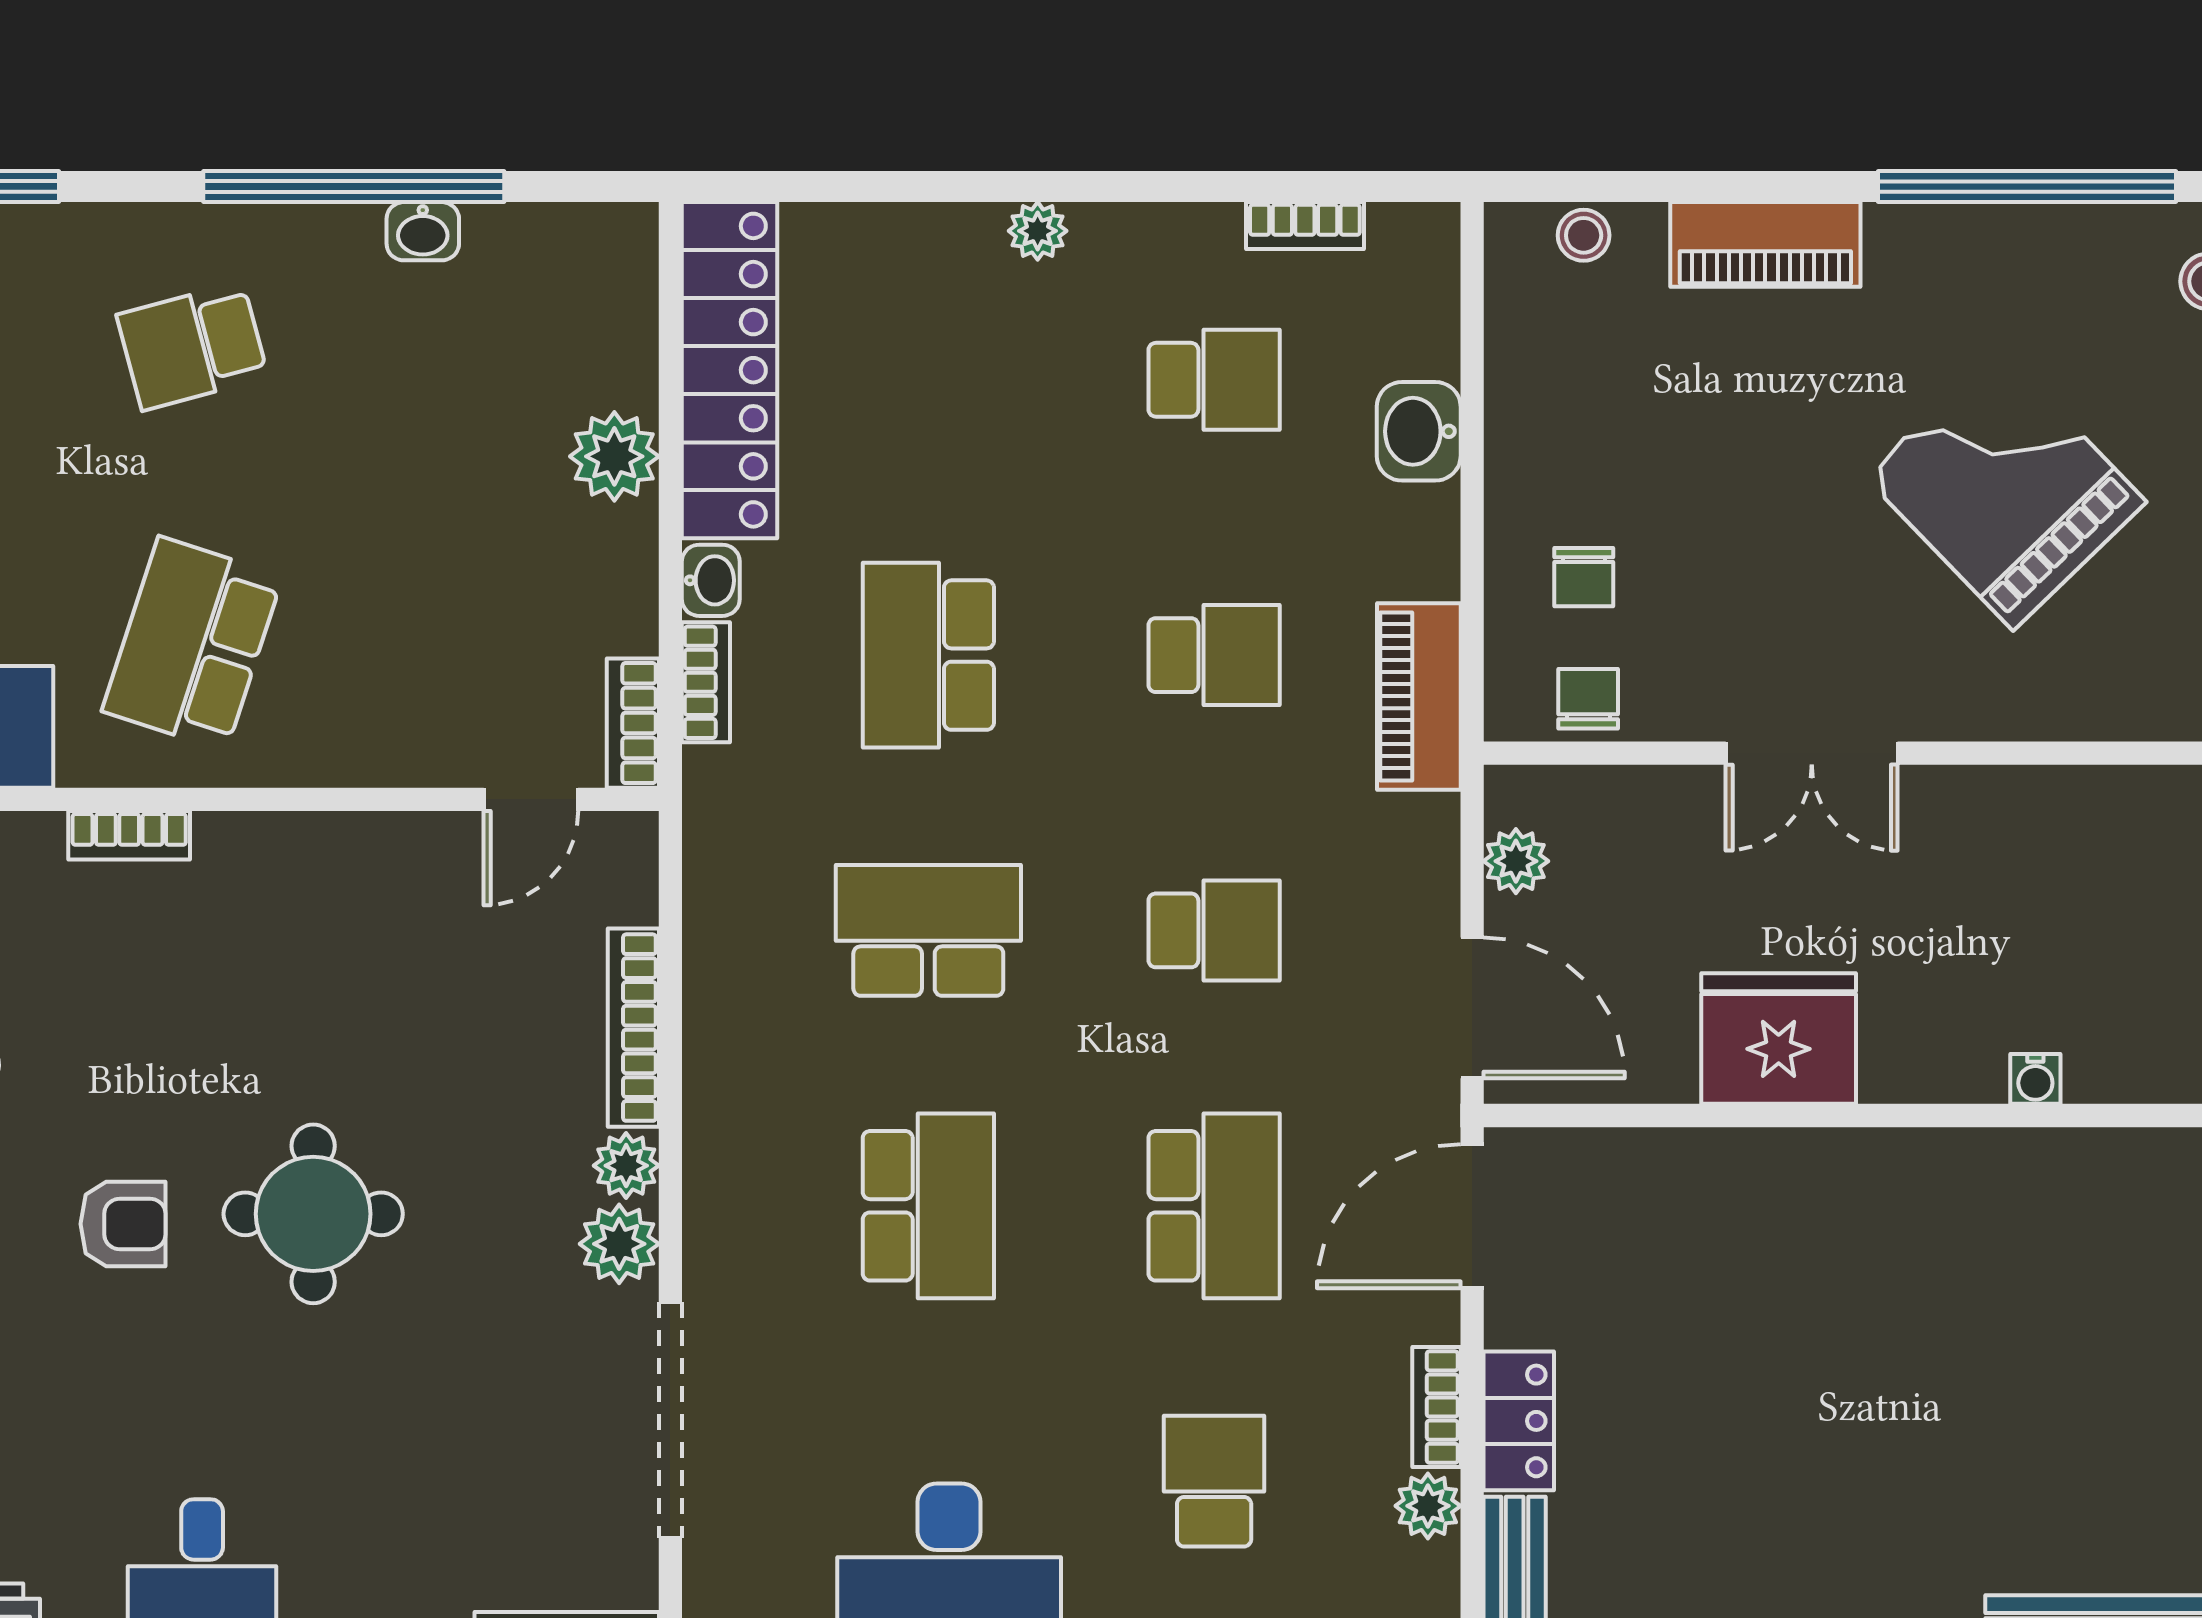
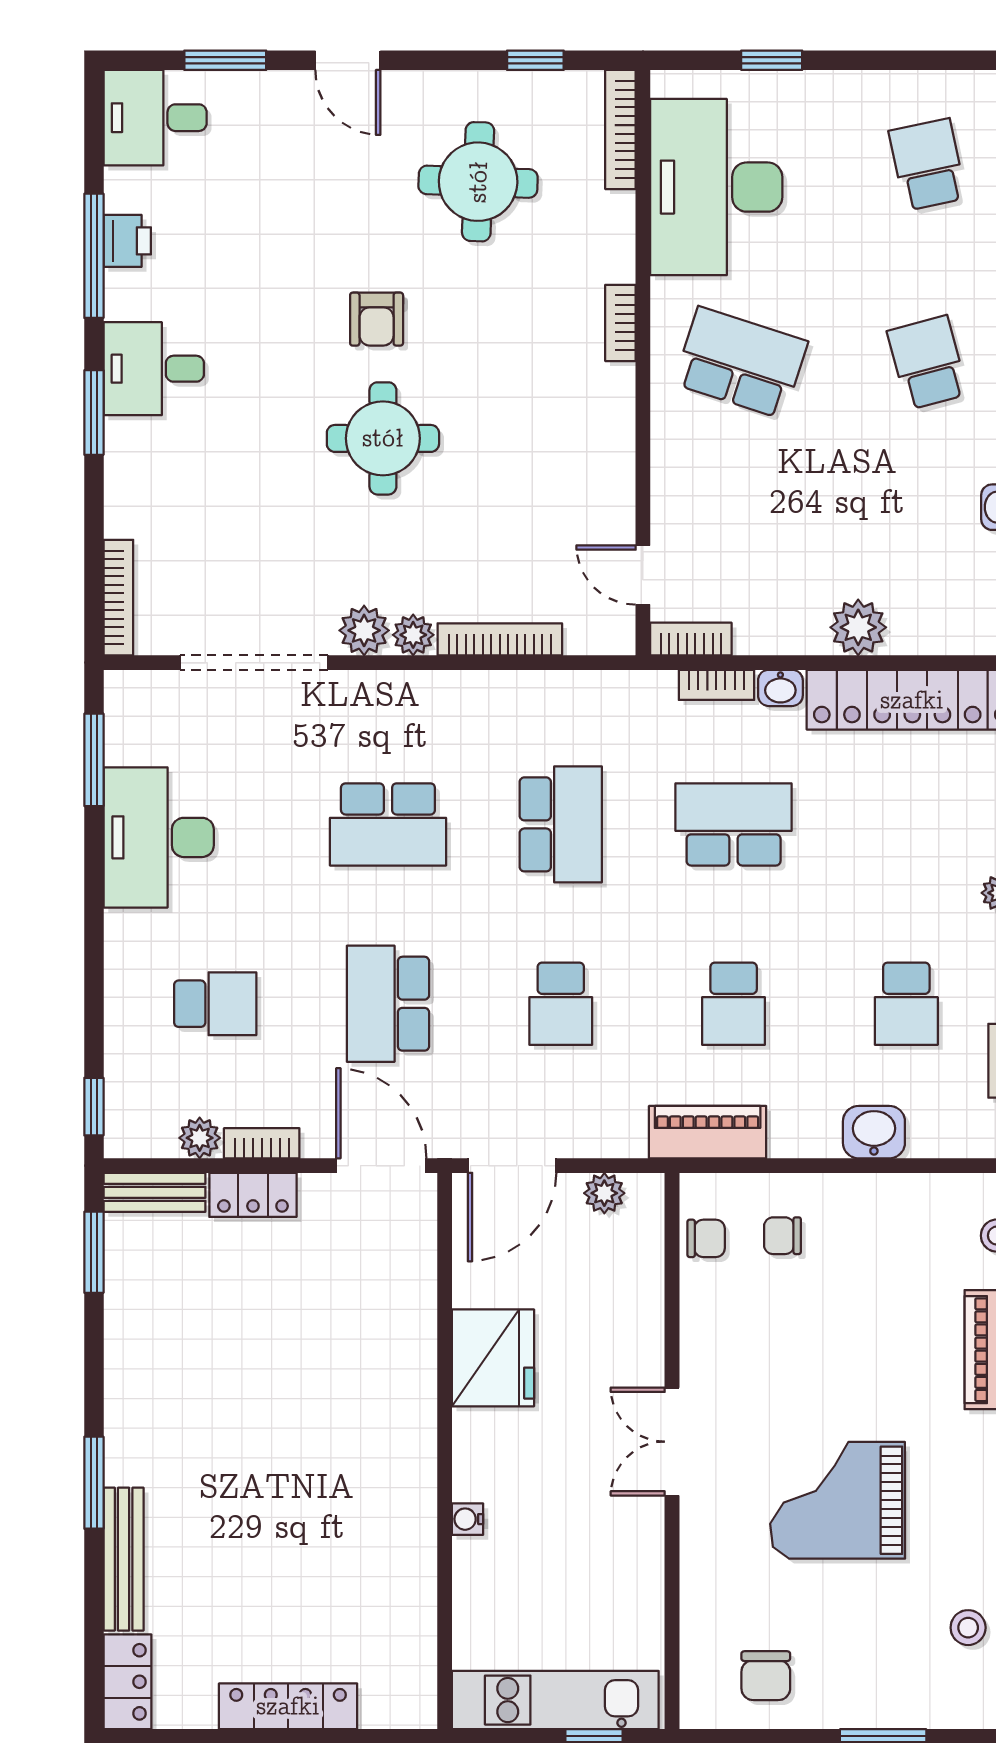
grand piano: (2005, 489) -> (838, 1500), turned -136
double door: (1812, 753) -> (672, 1442), moved
school desk: (1214, 1206) -> (388, 1004), turned 90

